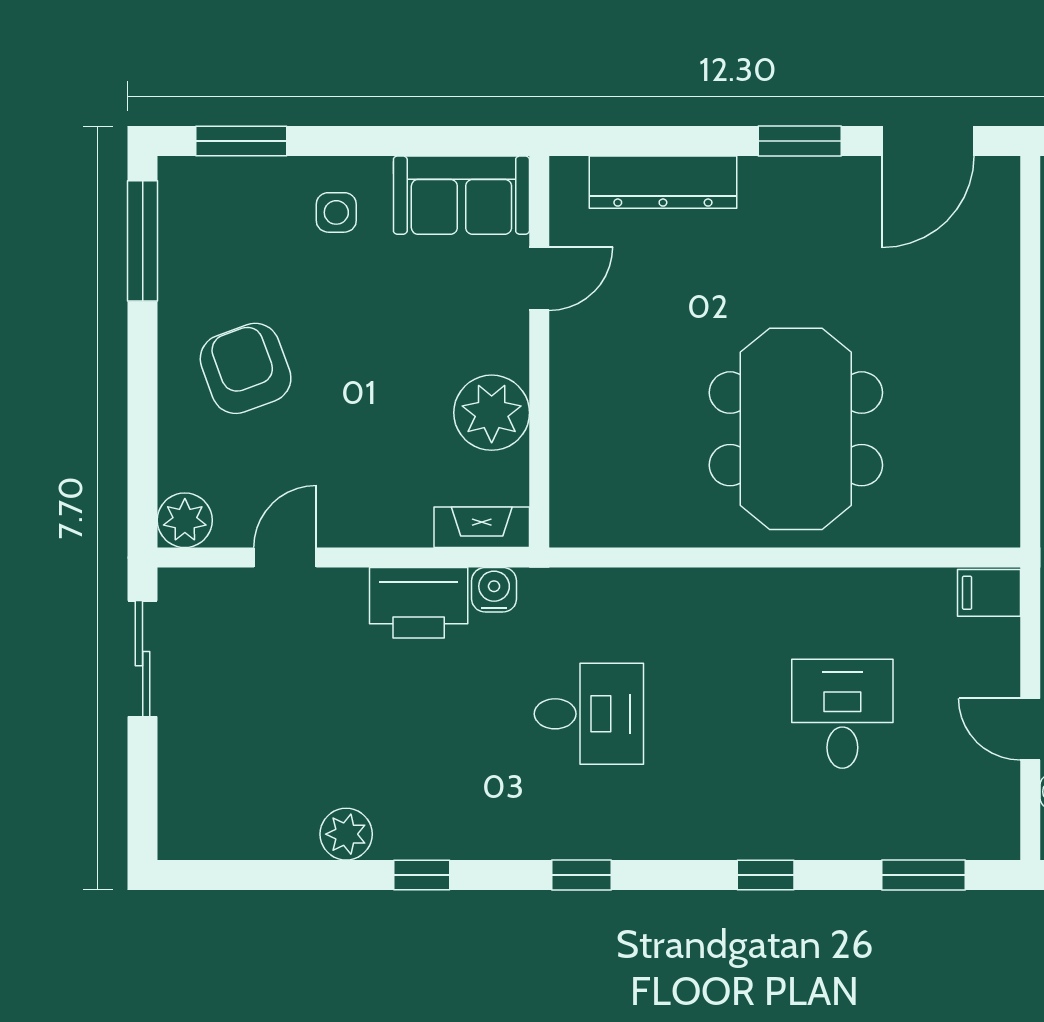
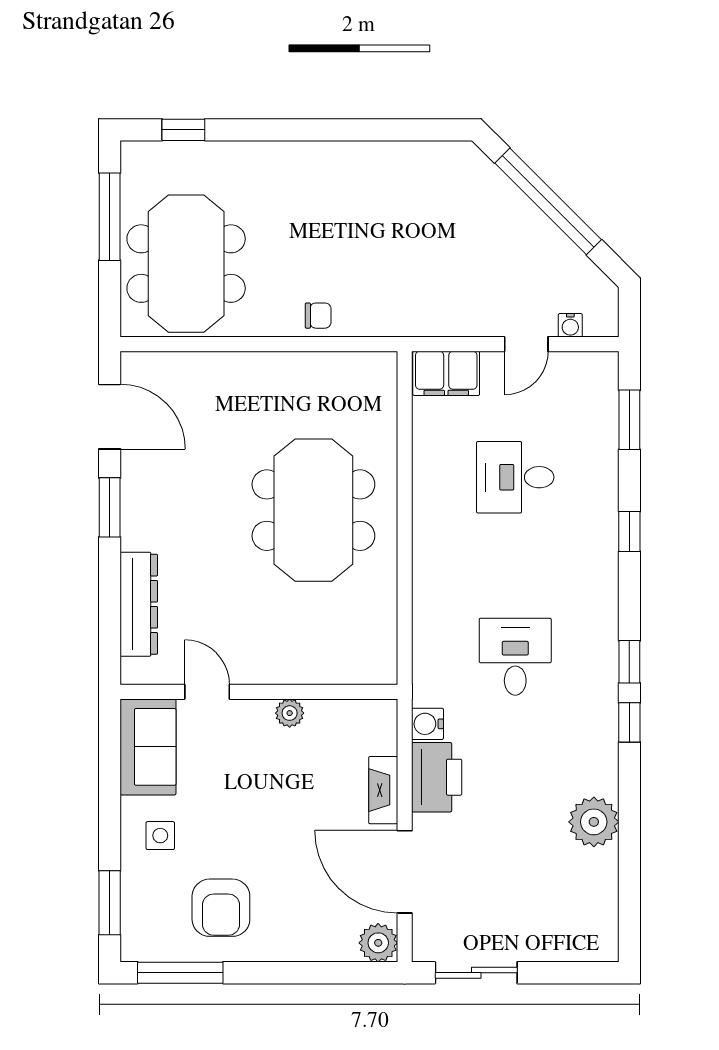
armchair: (246, 368) -> (221, 908), moved, turned -70
plant: (492, 413) -> (290, 713), width x0.53, depth x0.53
meeting table: (796, 429) -> (313, 510), turned 90
fireplace: (482, 527) -> (383, 790), moved
door: (285, 558) -> (405, 872), width x1.87
filing cabinet: (989, 593) -> (446, 373), width x2.00
plant: (346, 834) -> (594, 822), width x1.36, depth x1.36
window: (422, 875) -> (629, 722), moved

